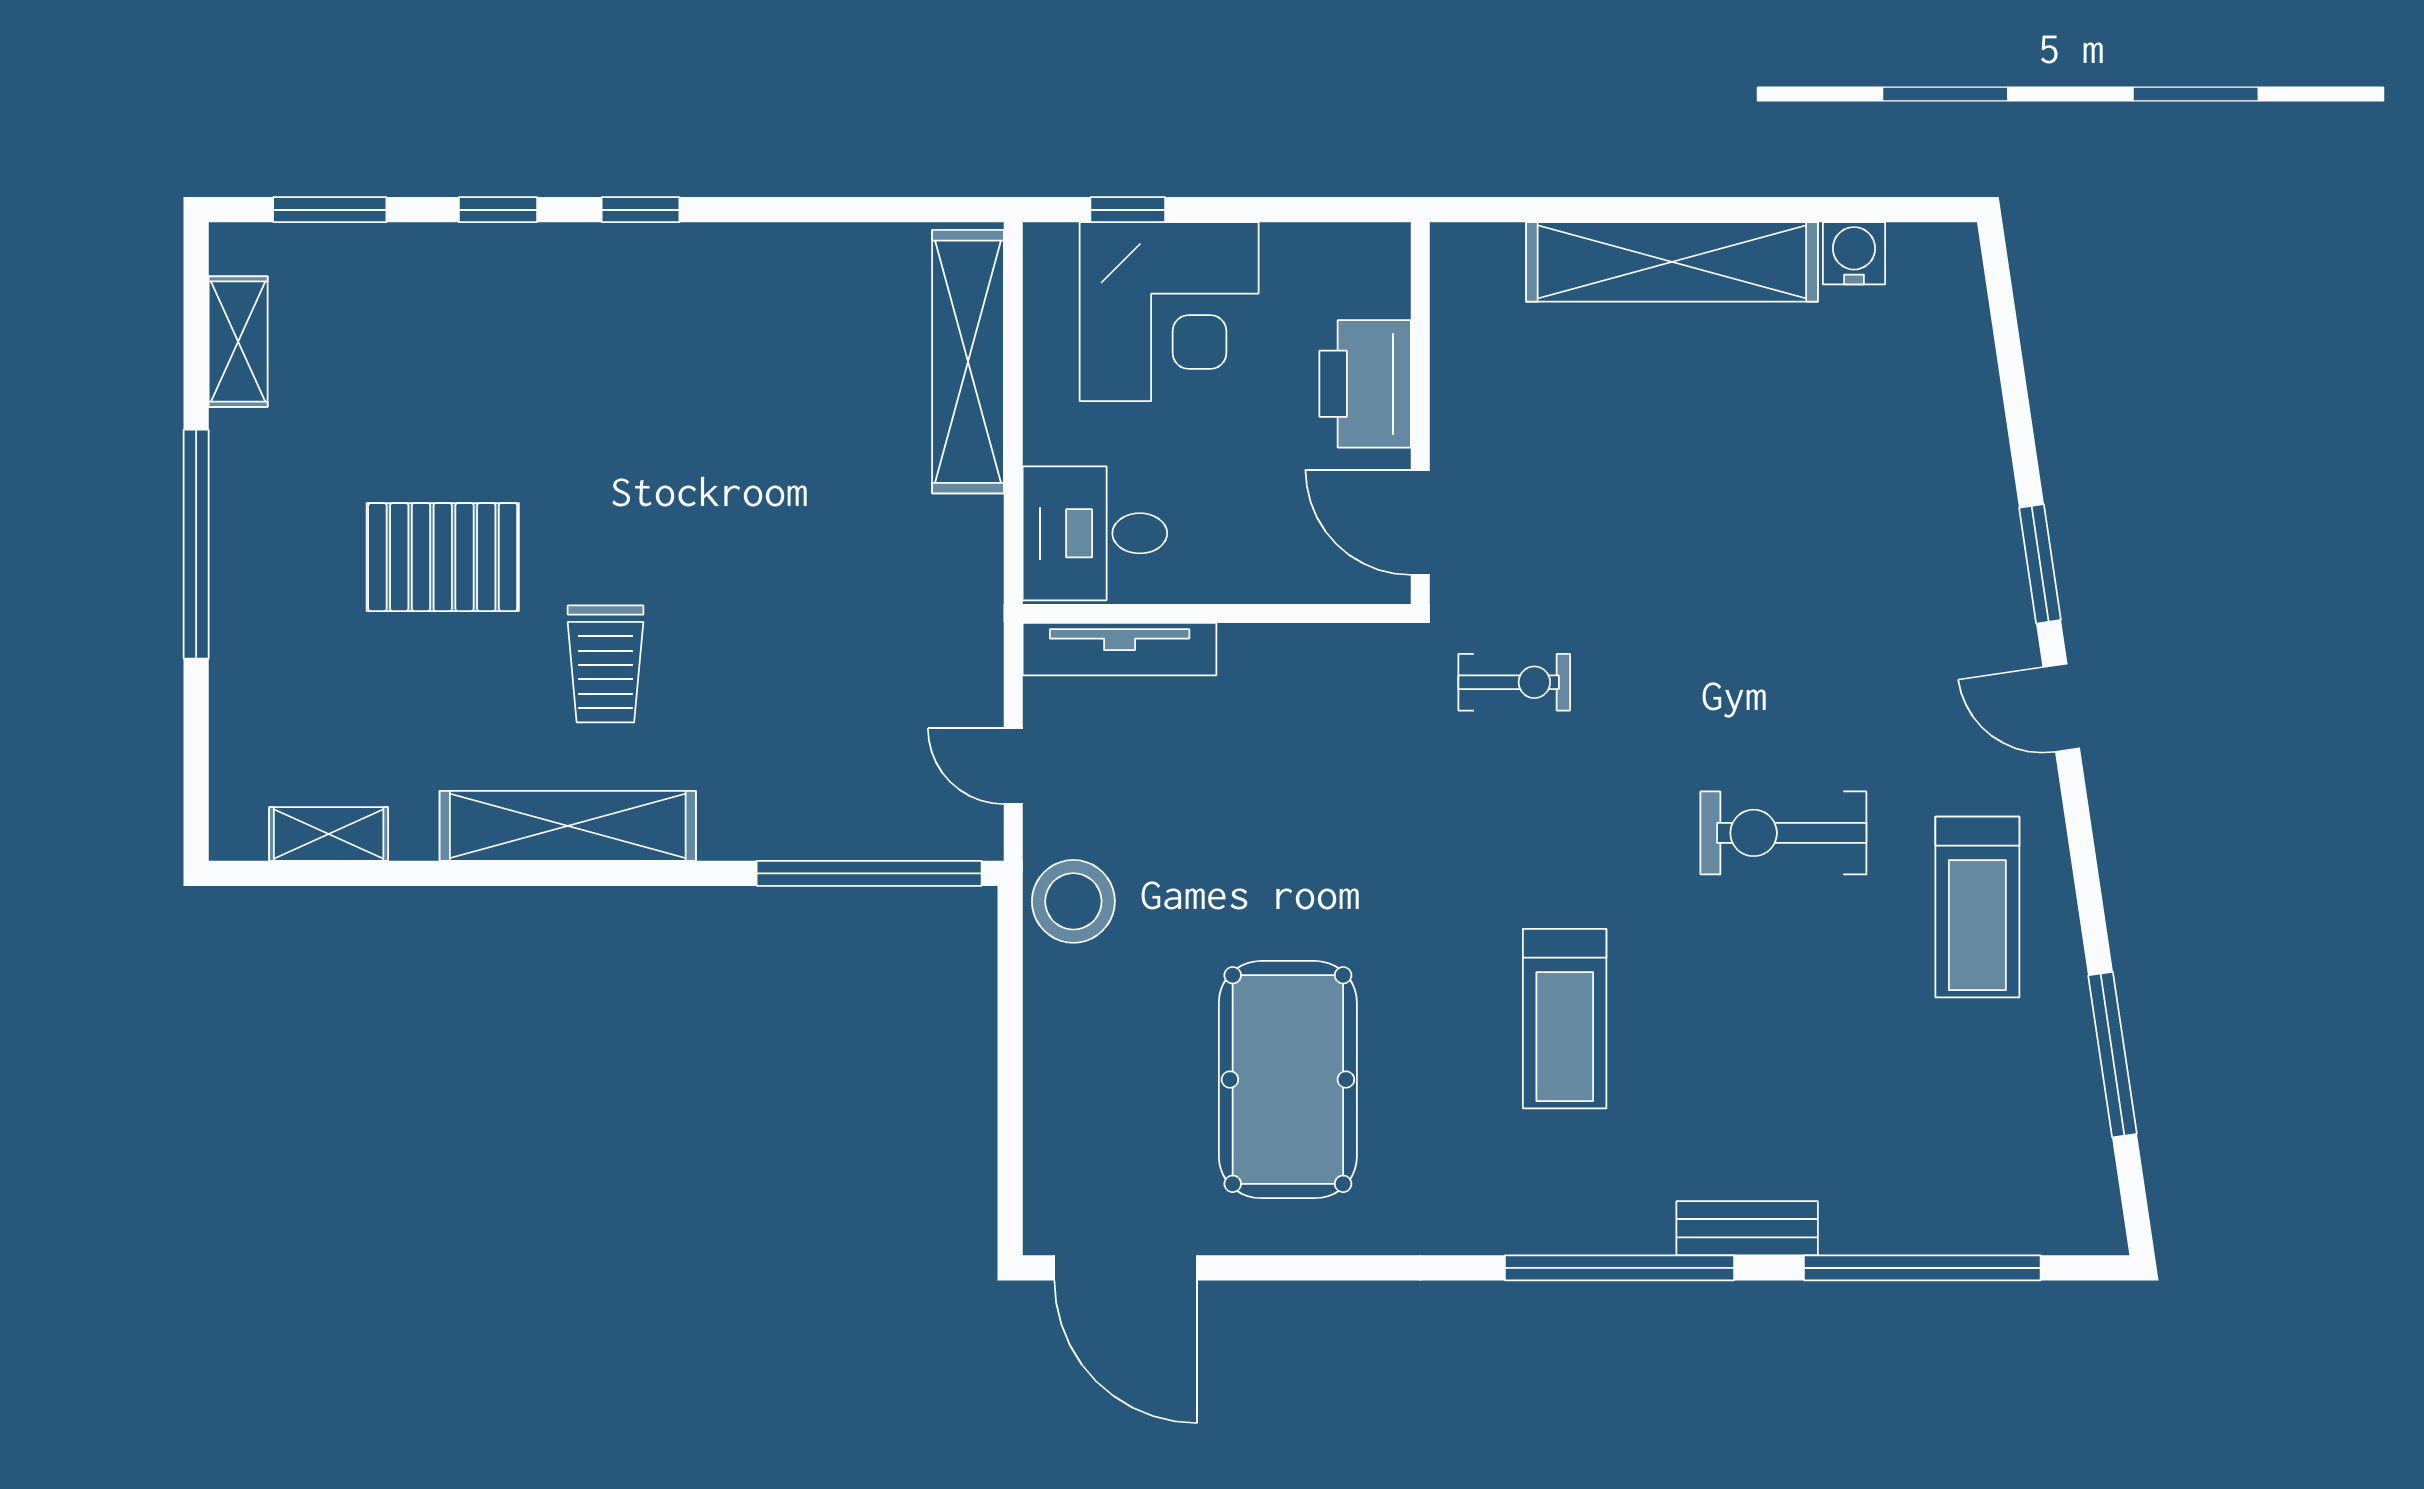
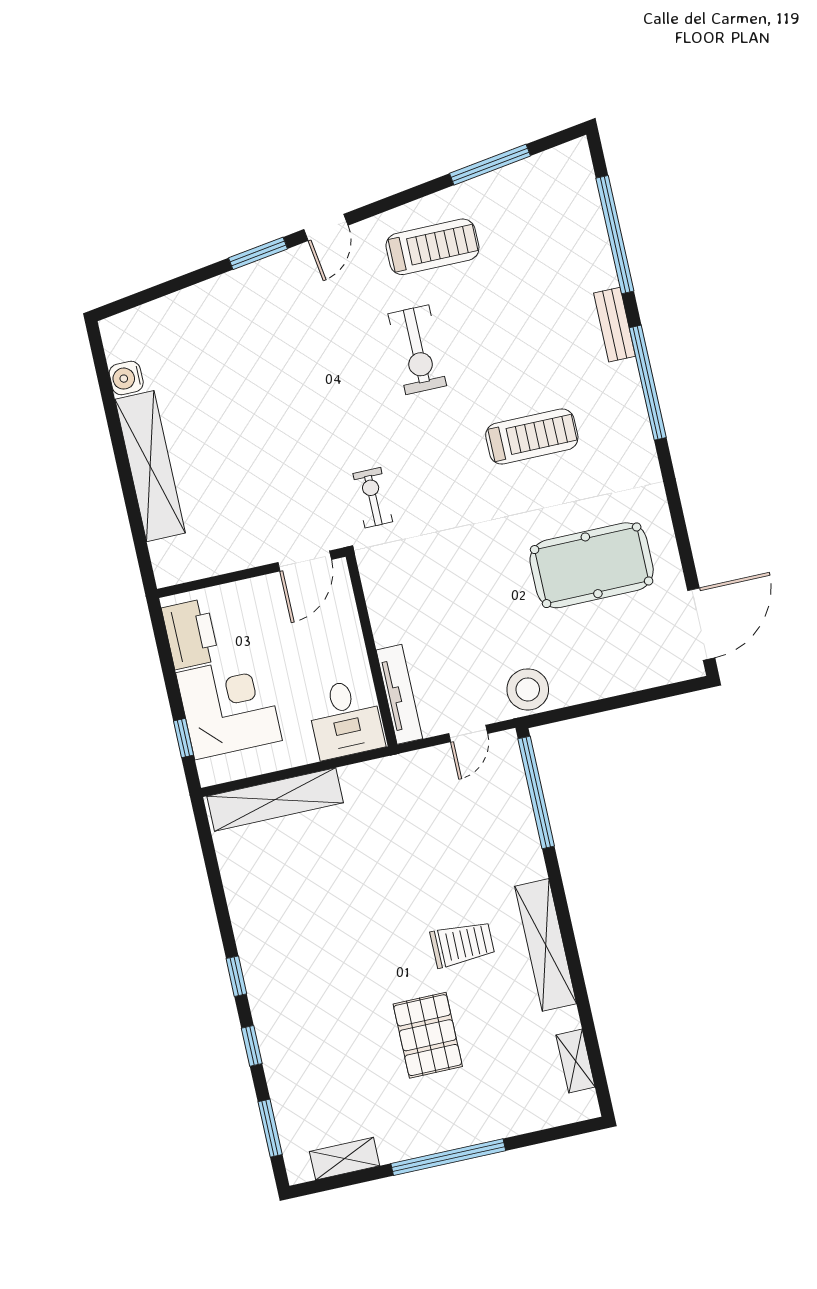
printer: (1365, 384) -> (190, 634), moved, turned -90

